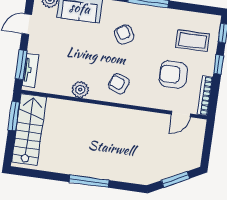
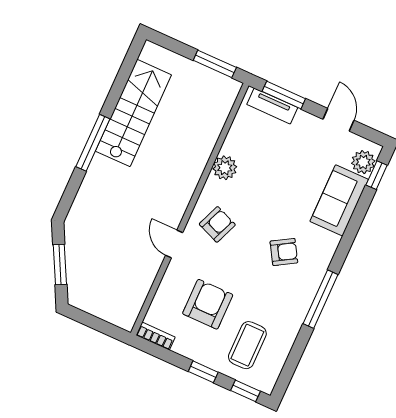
bookcase: (205, 96) -> (156, 336), width x0.64
door: (181, 114) -> (174, 244), moved
stairs: (29, 130) -> (133, 113), moved, turned -90

